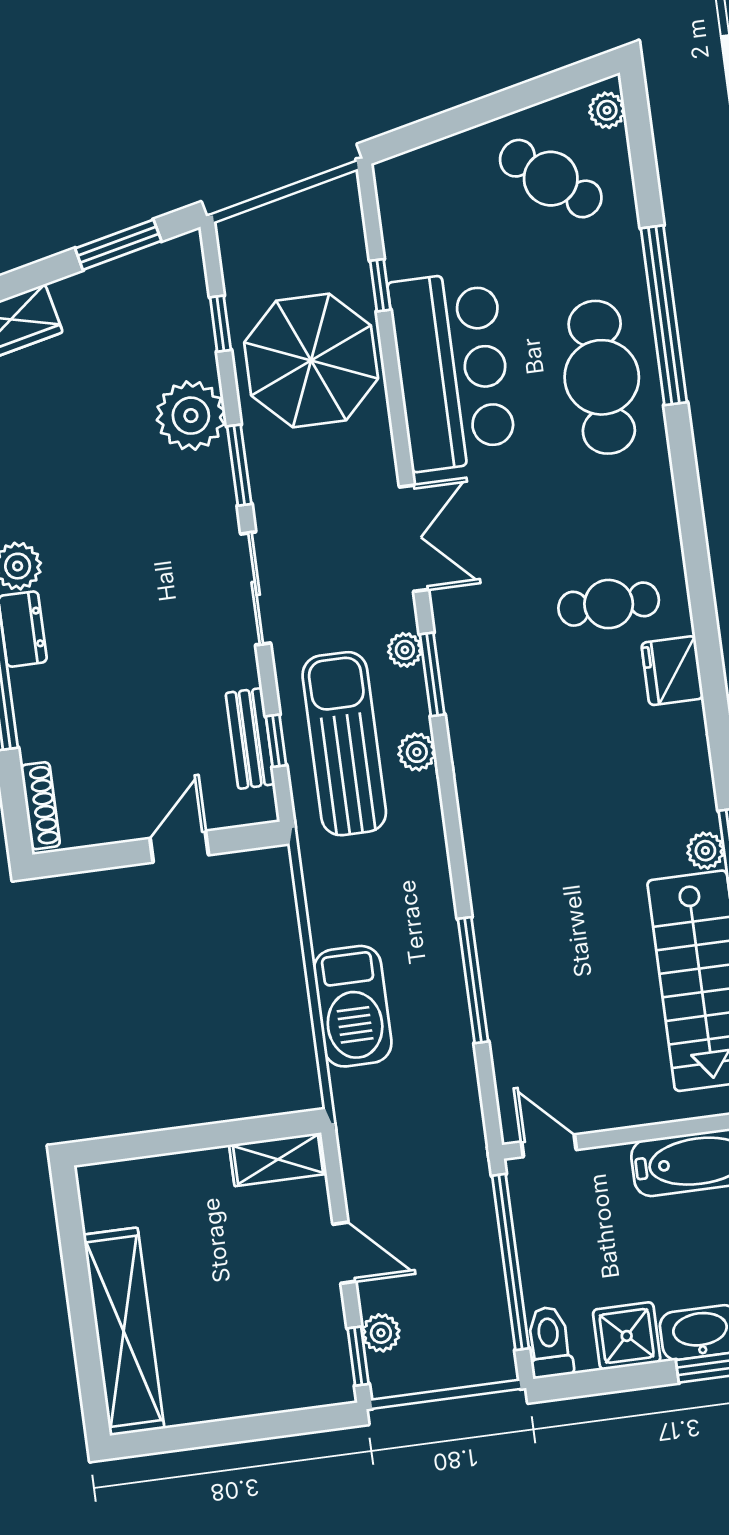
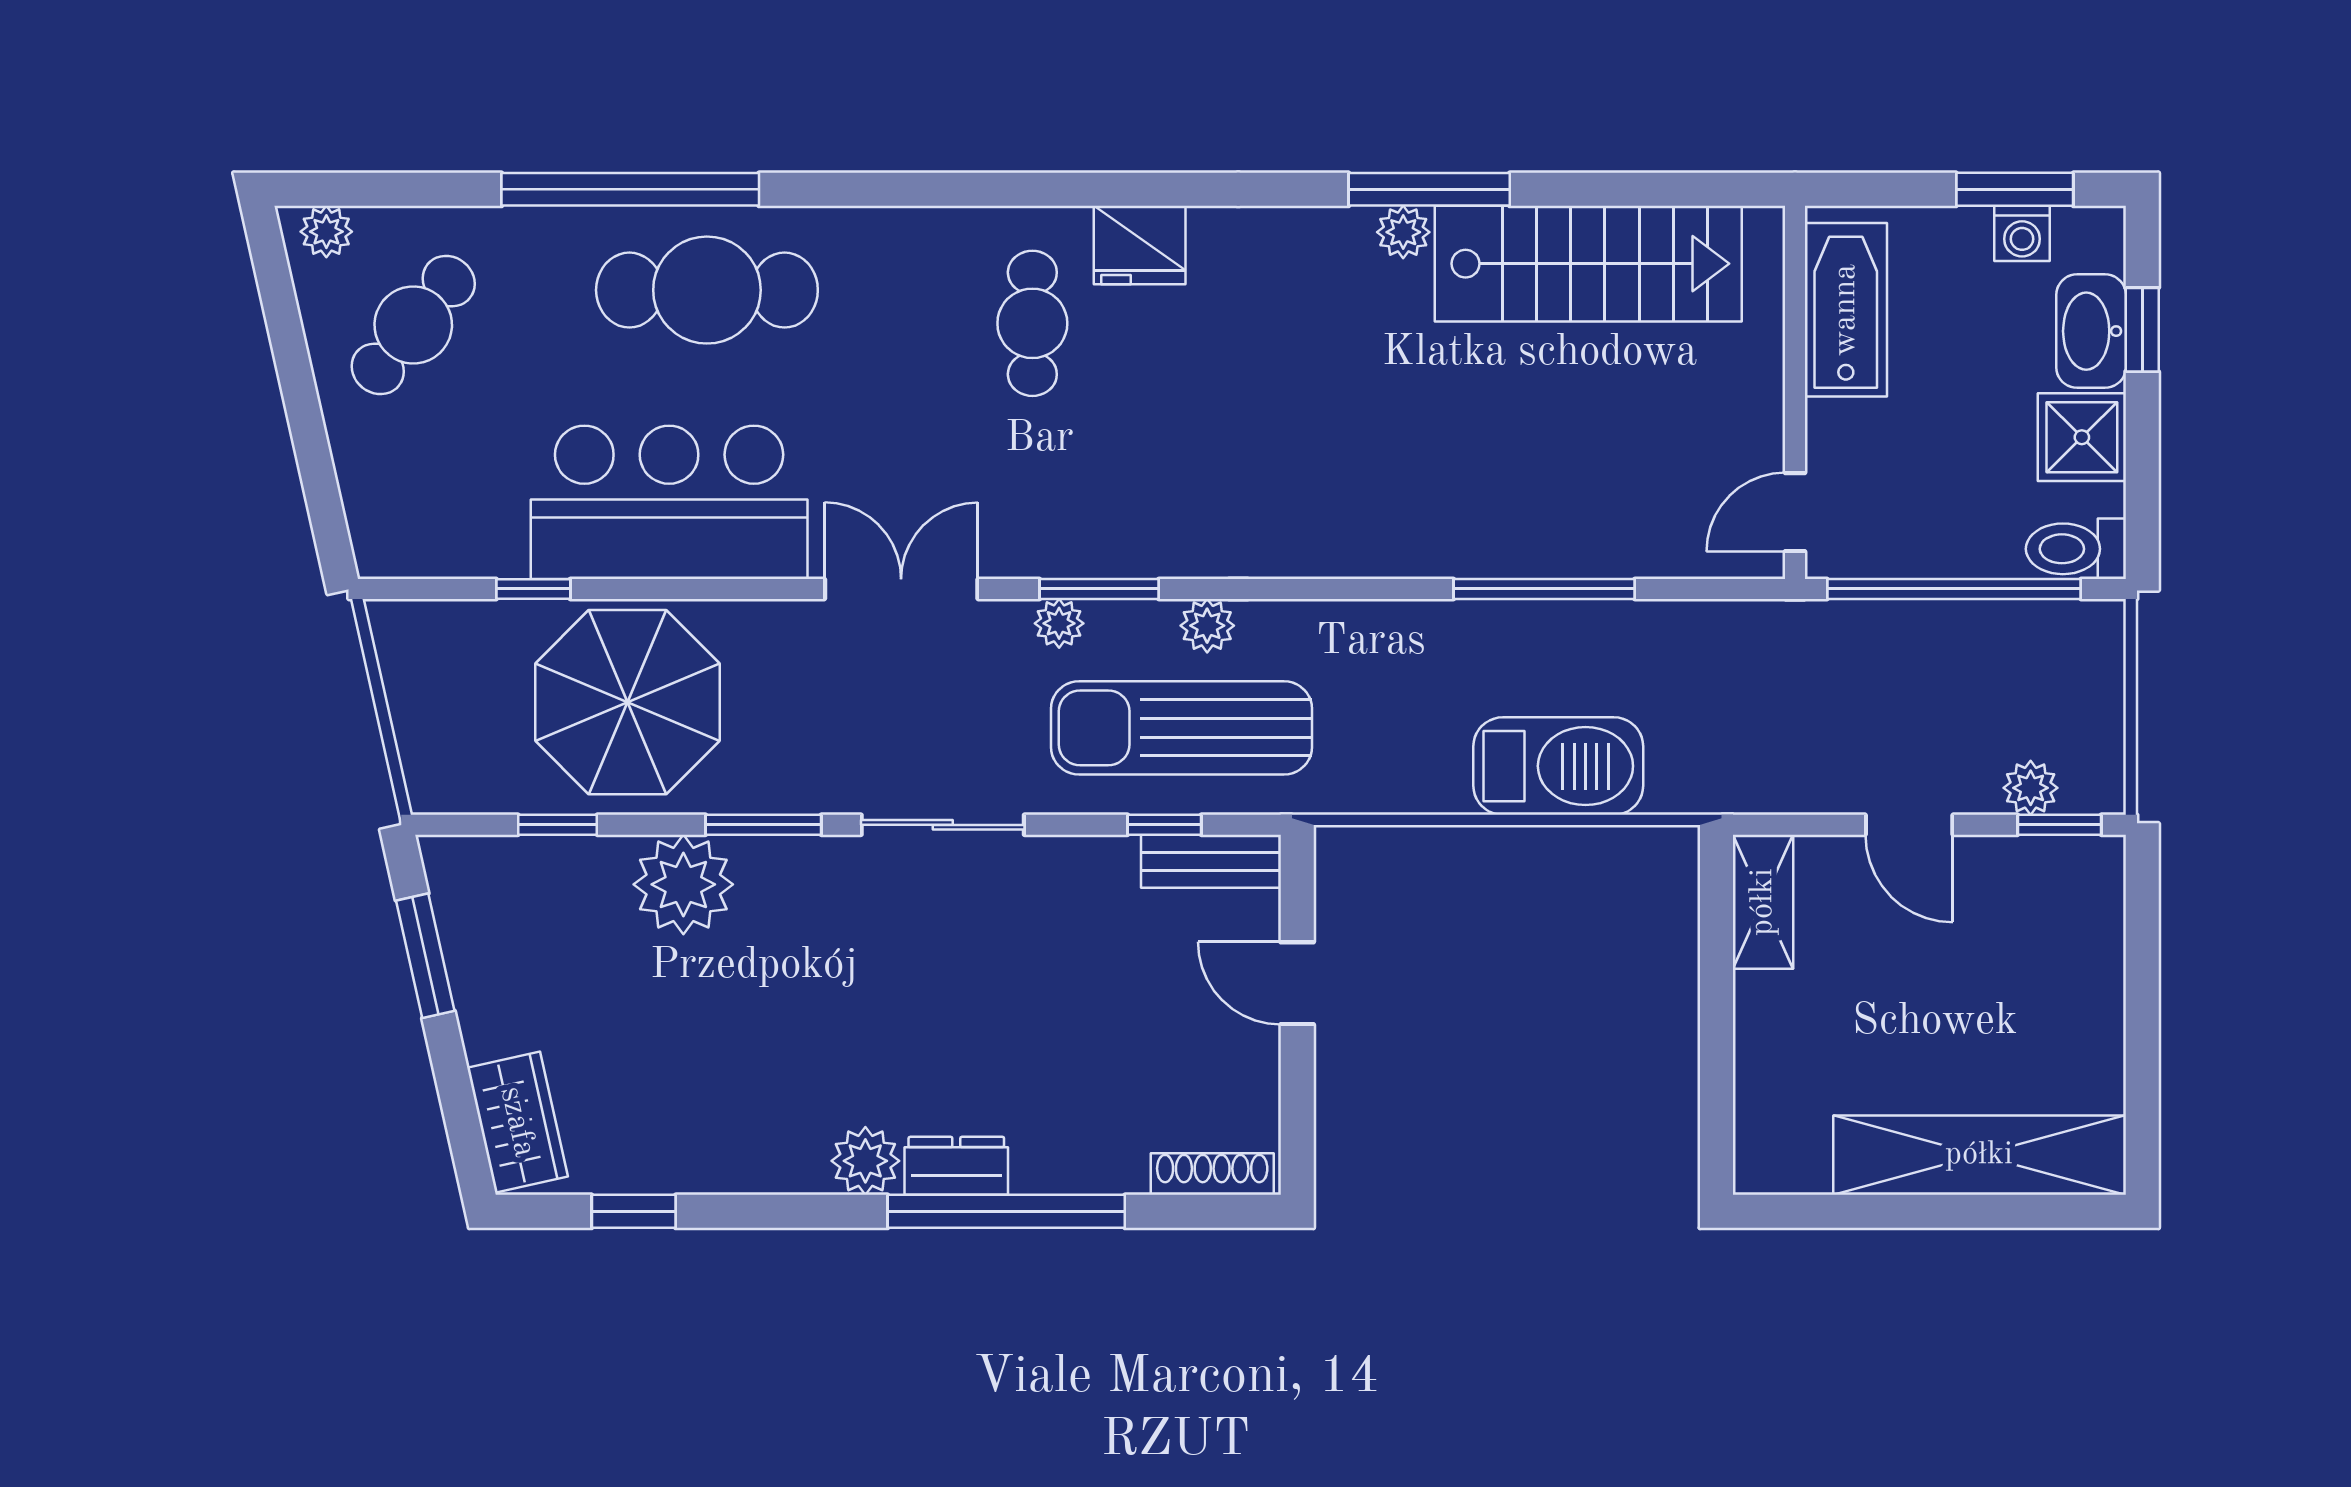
bench: (250, 739) -> (1211, 861), moved
door: (344, 1253) -> (1909, 825), swing flipped

